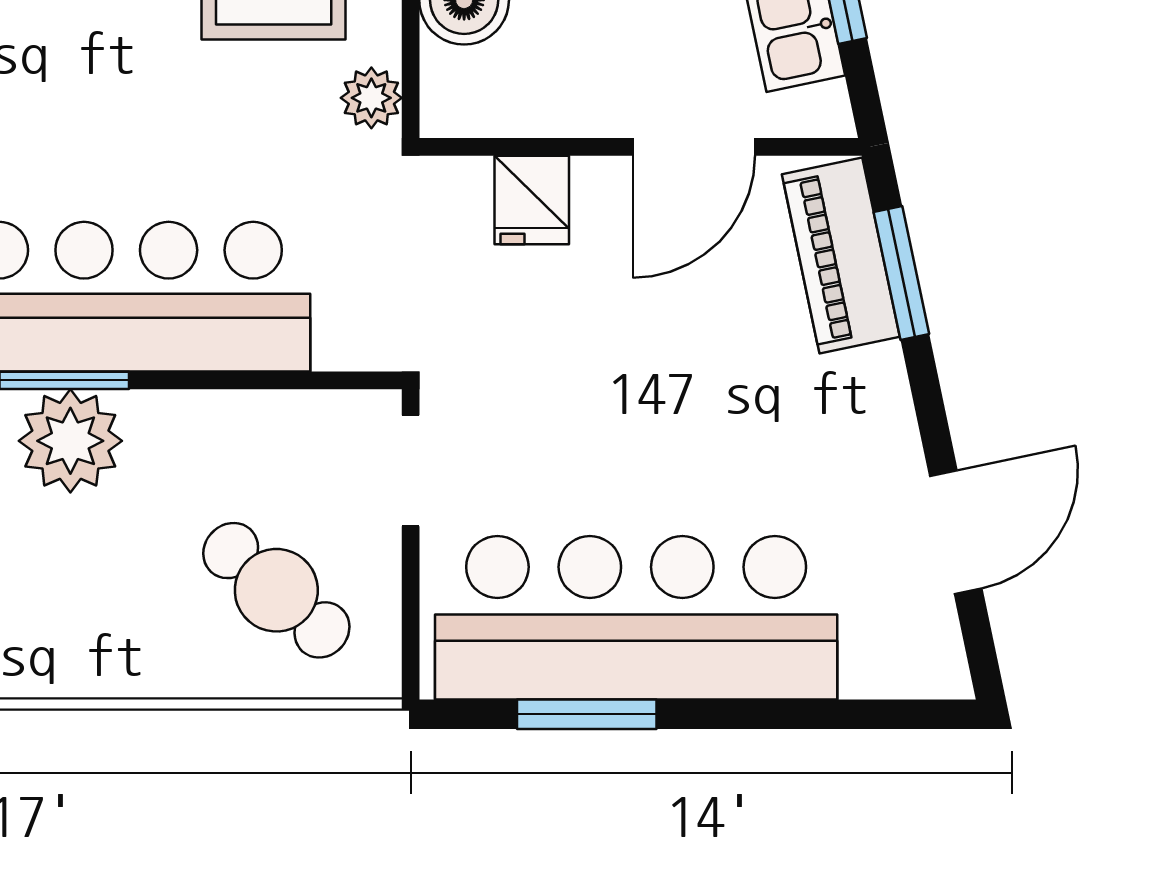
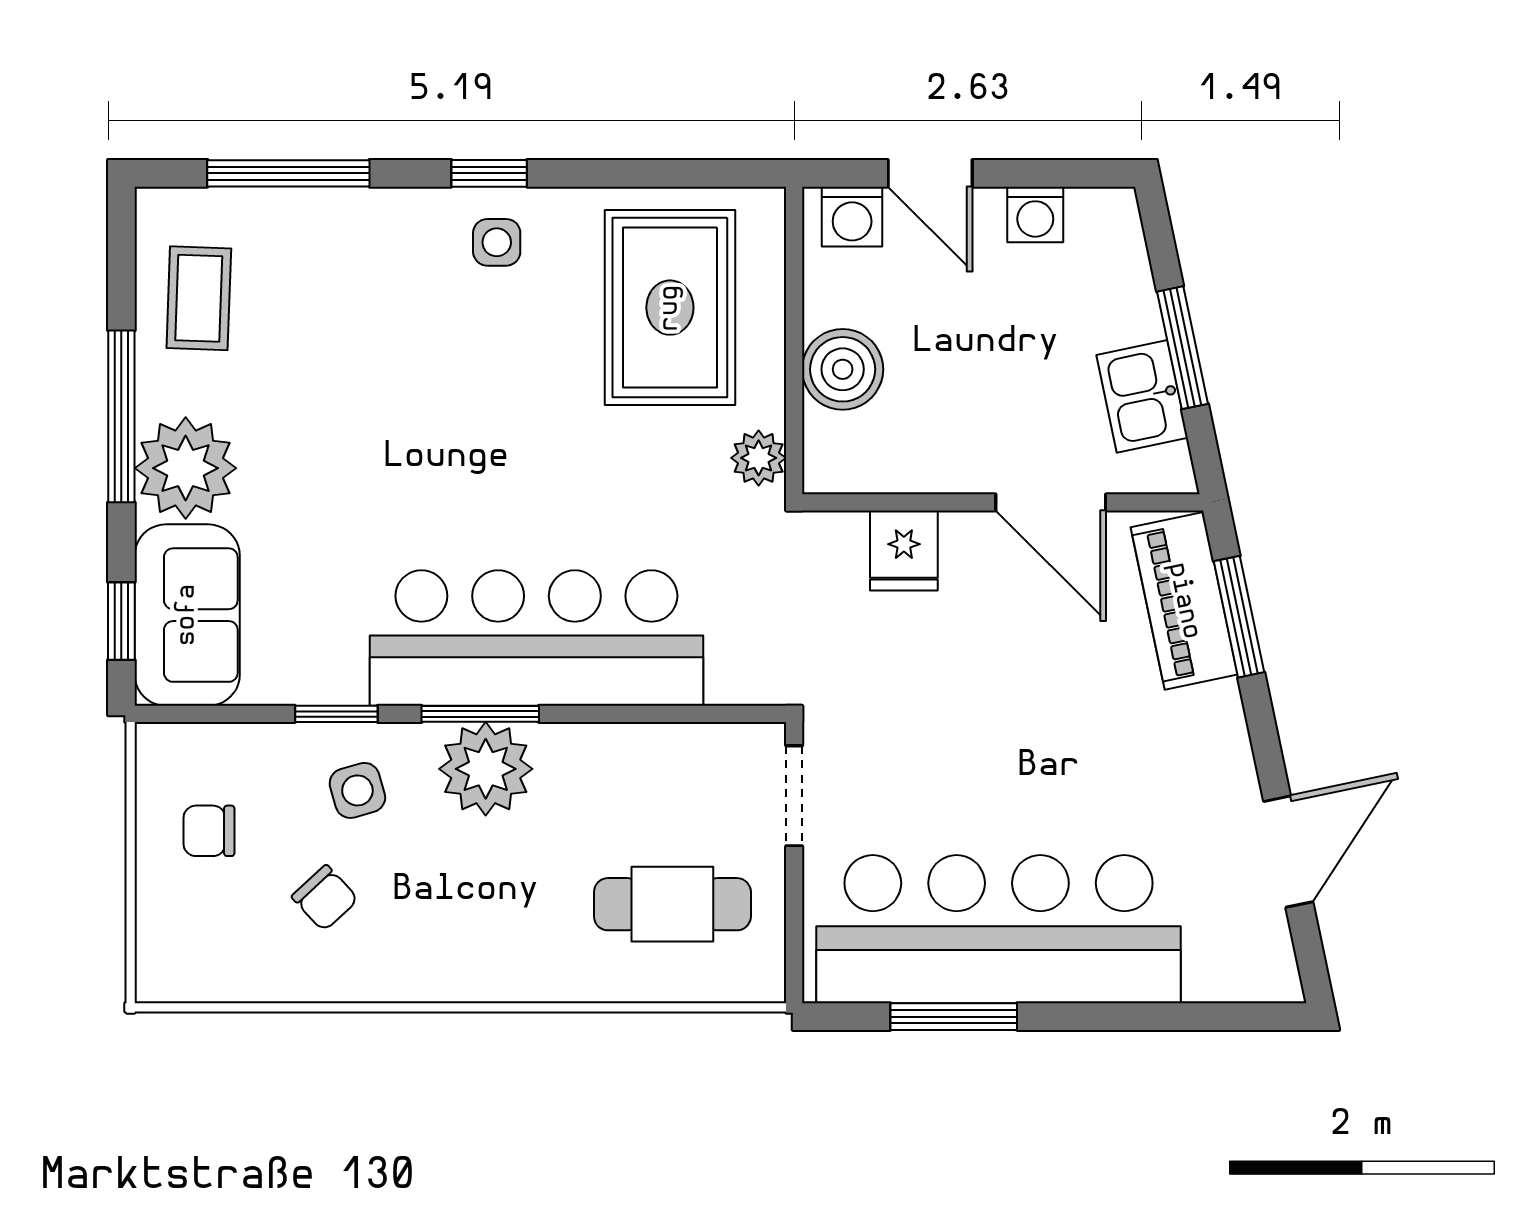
door: (694, 147) -> (1051, 502), hinge flipped
cafe table: (276, 590) -> (672, 904), turned -41

